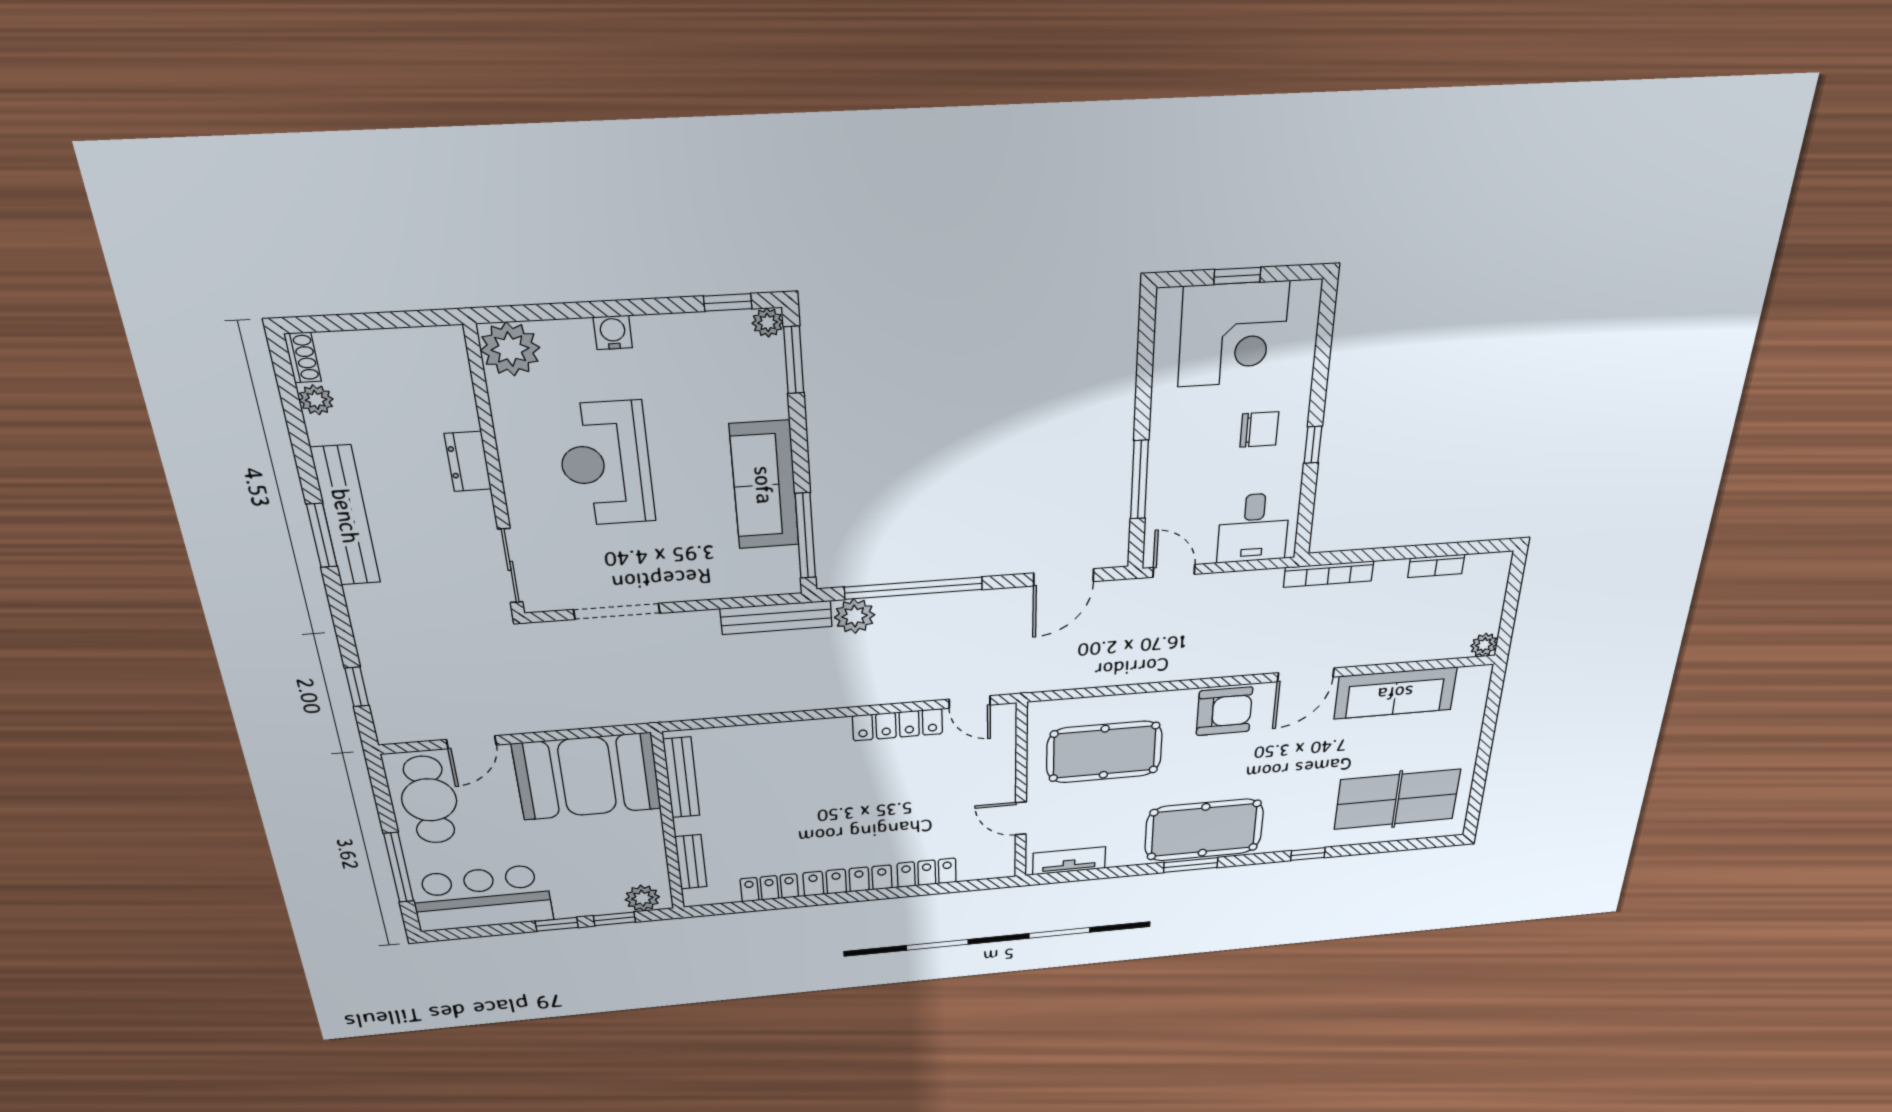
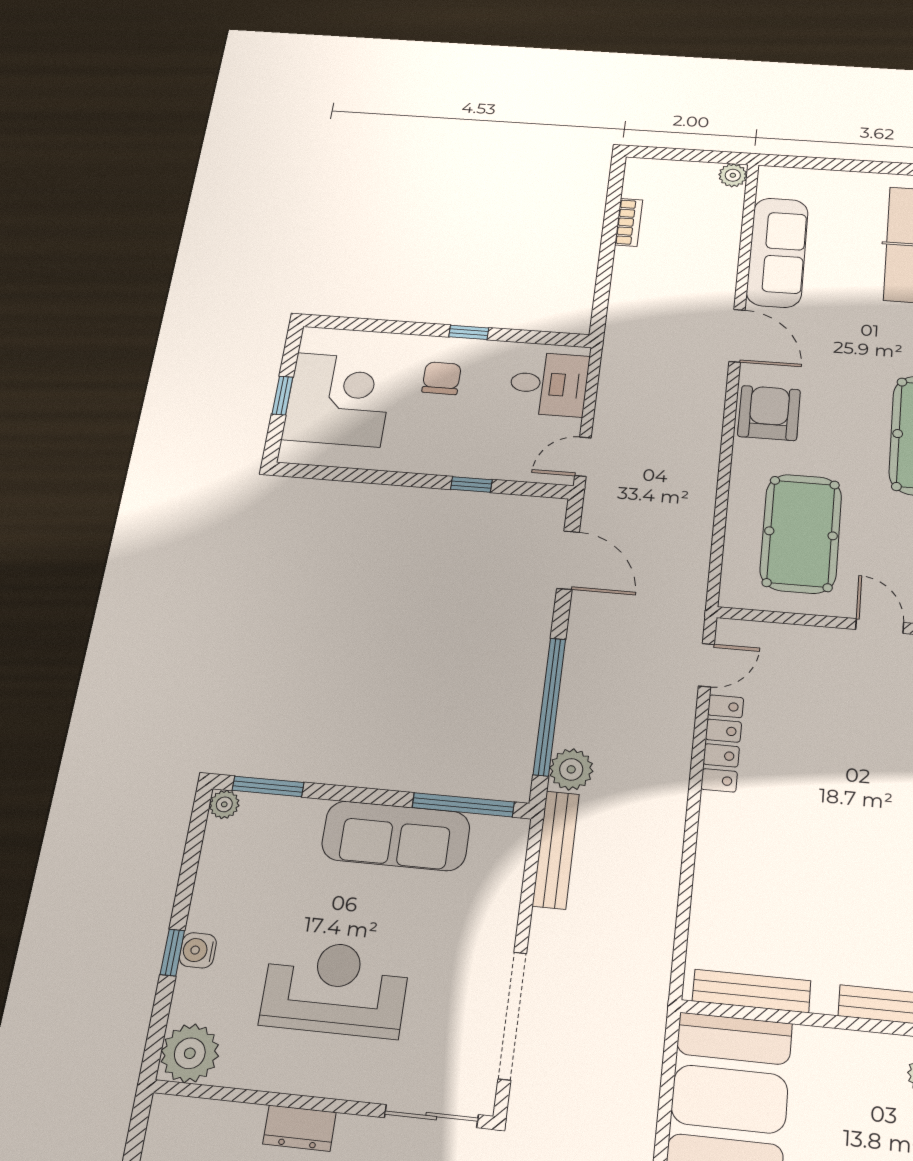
window: (728, 302) -> (172, 952), moved
reception desk: (606, 464) -> (335, 988), turned 180
window: (1139, 480) -> (471, 484), width x0.46
bookcase: (1329, 574) -> (617, 317), removed
doorway: (617, 611) -> (512, 1016), width x1.36
door: (1021, 818) -> (880, 626), swing flipped

